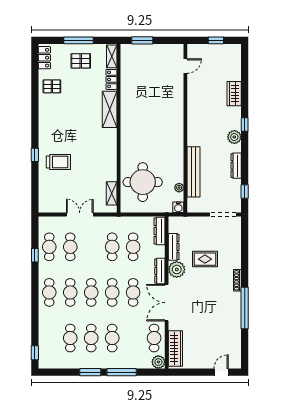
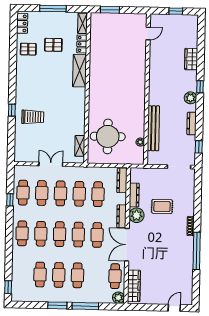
pallet: (81, 61) -> (53, 45), moved
water cooler: (178, 207) -> (139, 160), removed
cafe table: (91, 247) -> (60, 193), added

